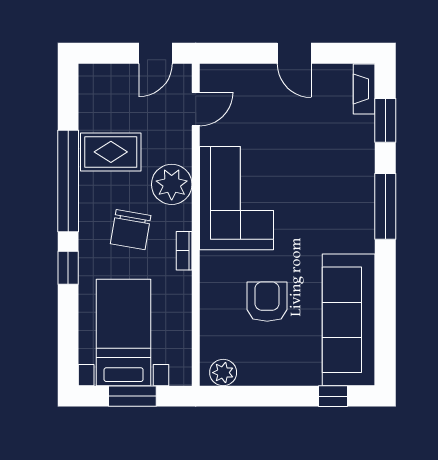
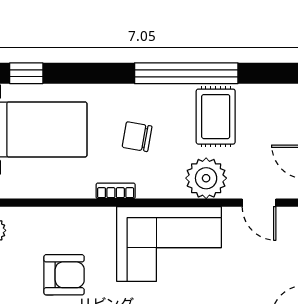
plant: (172, 184) -> (206, 178), moved
chair: (131, 230) -> (137, 137), width x0.73, depth x0.73
window: (68, 268) -> (26, 73), moved

